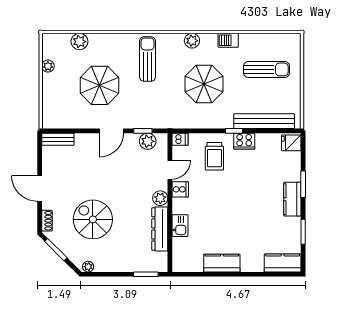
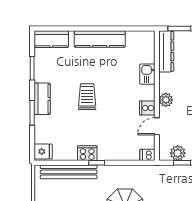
trolley: (214, 156) -> (87, 97), moved
dresser: (160, 229) -> (166, 51), moved
kitchen counter: (222, 263) -> (100, 39), width x1.50

